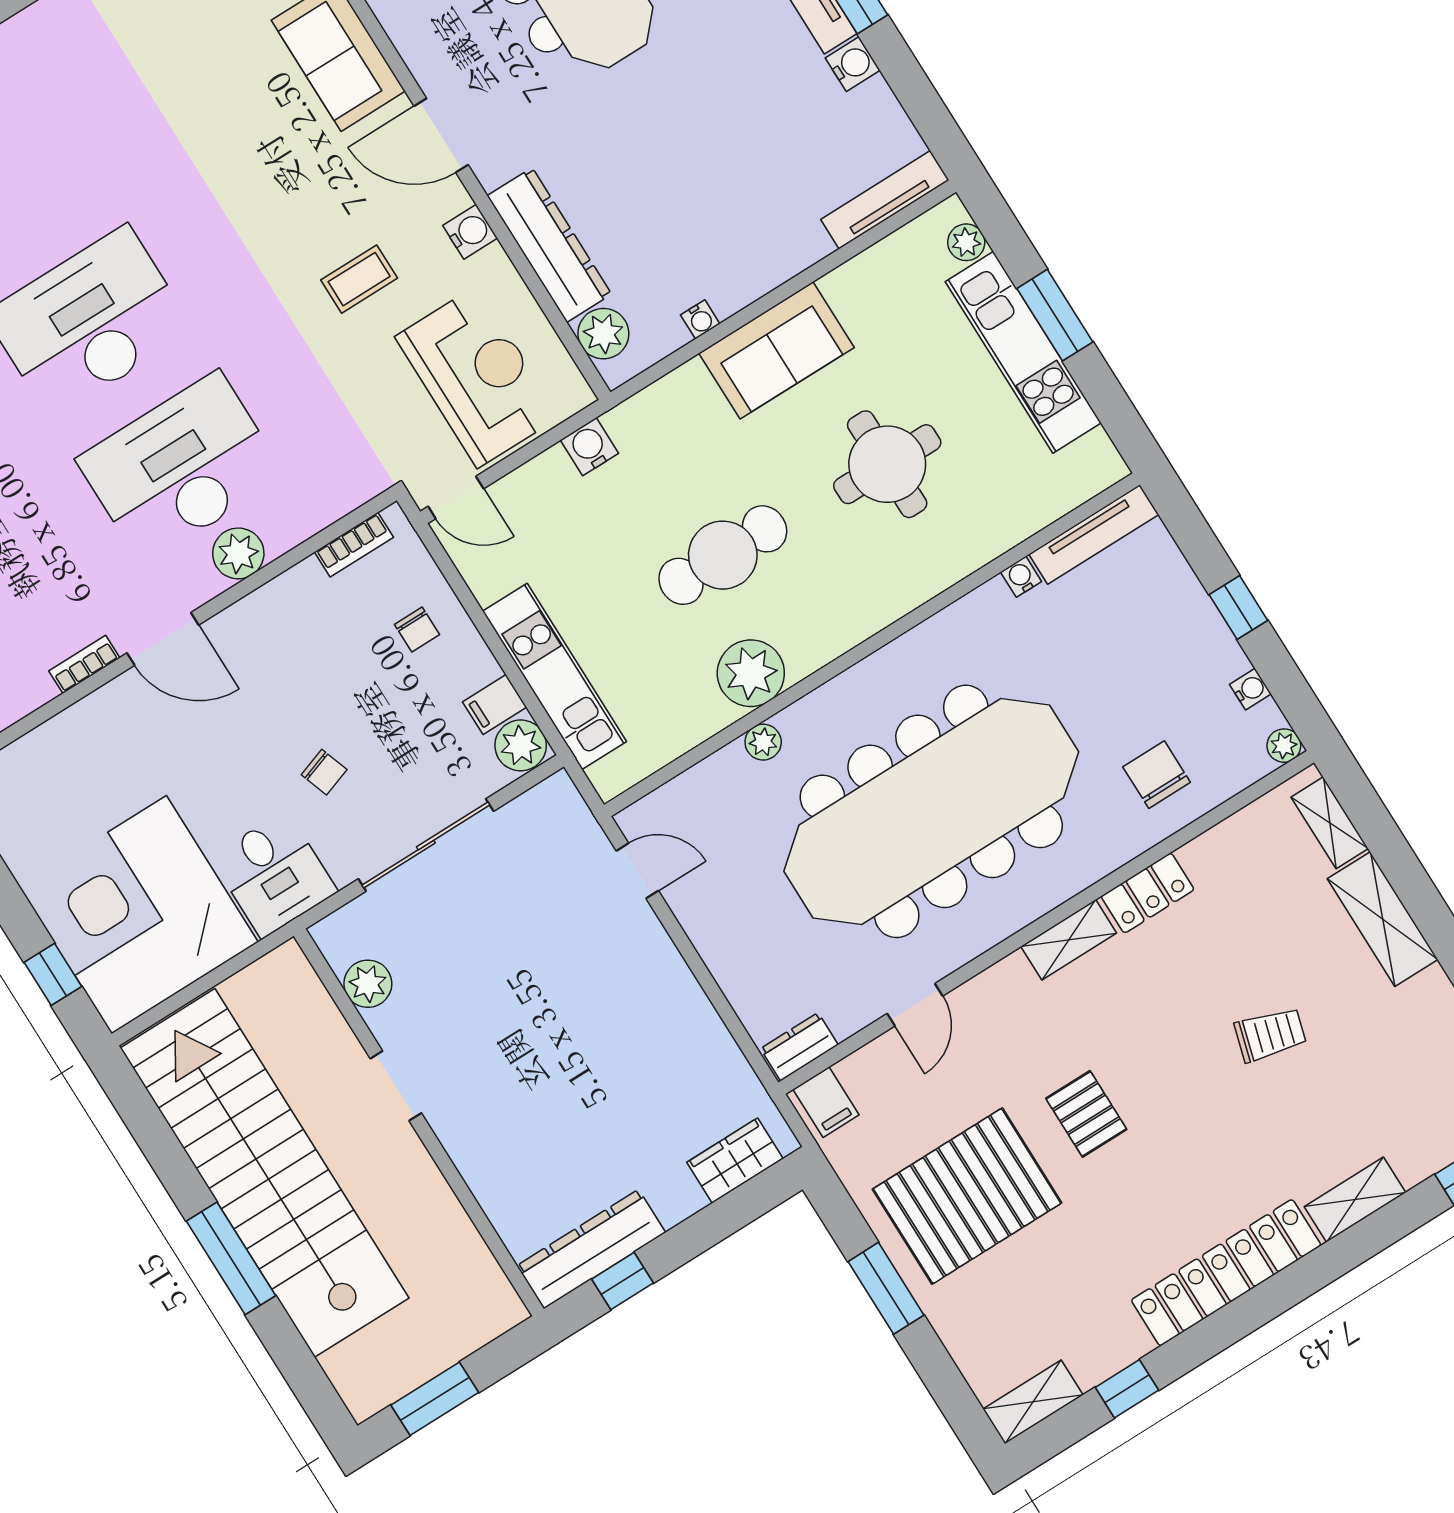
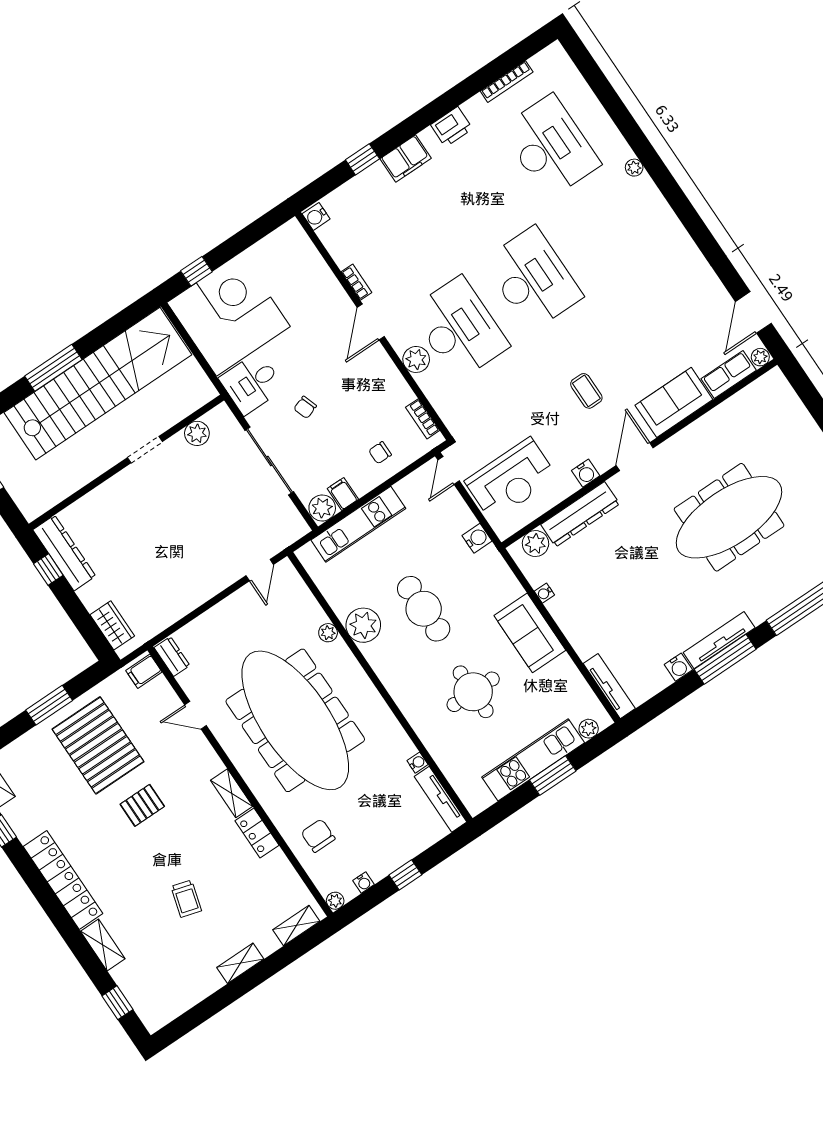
coffee table: (359, 279) -> (586, 391), moved
chair: (1157, 775) -> (318, 836), turned -90
shelving: (1383, 919) -> (240, 963), width x0.67, depth x0.75

